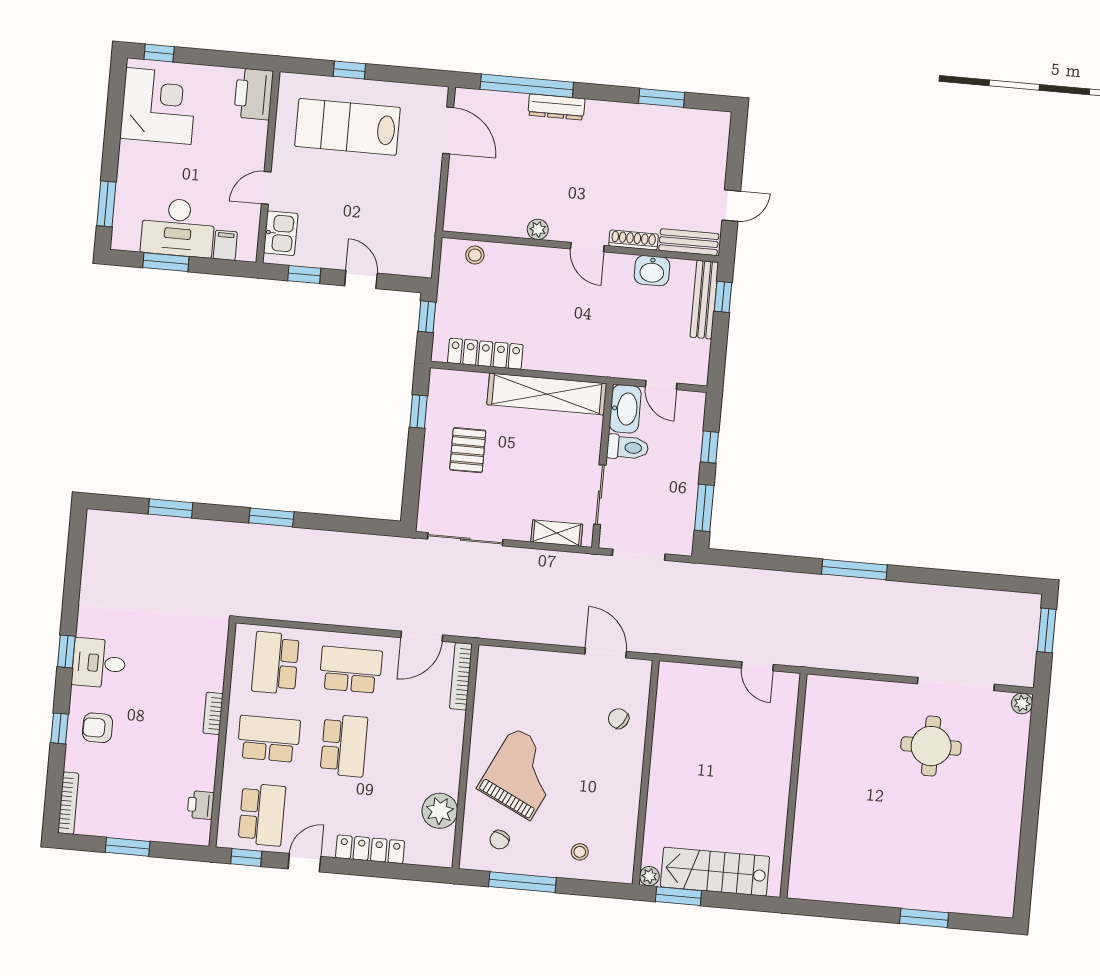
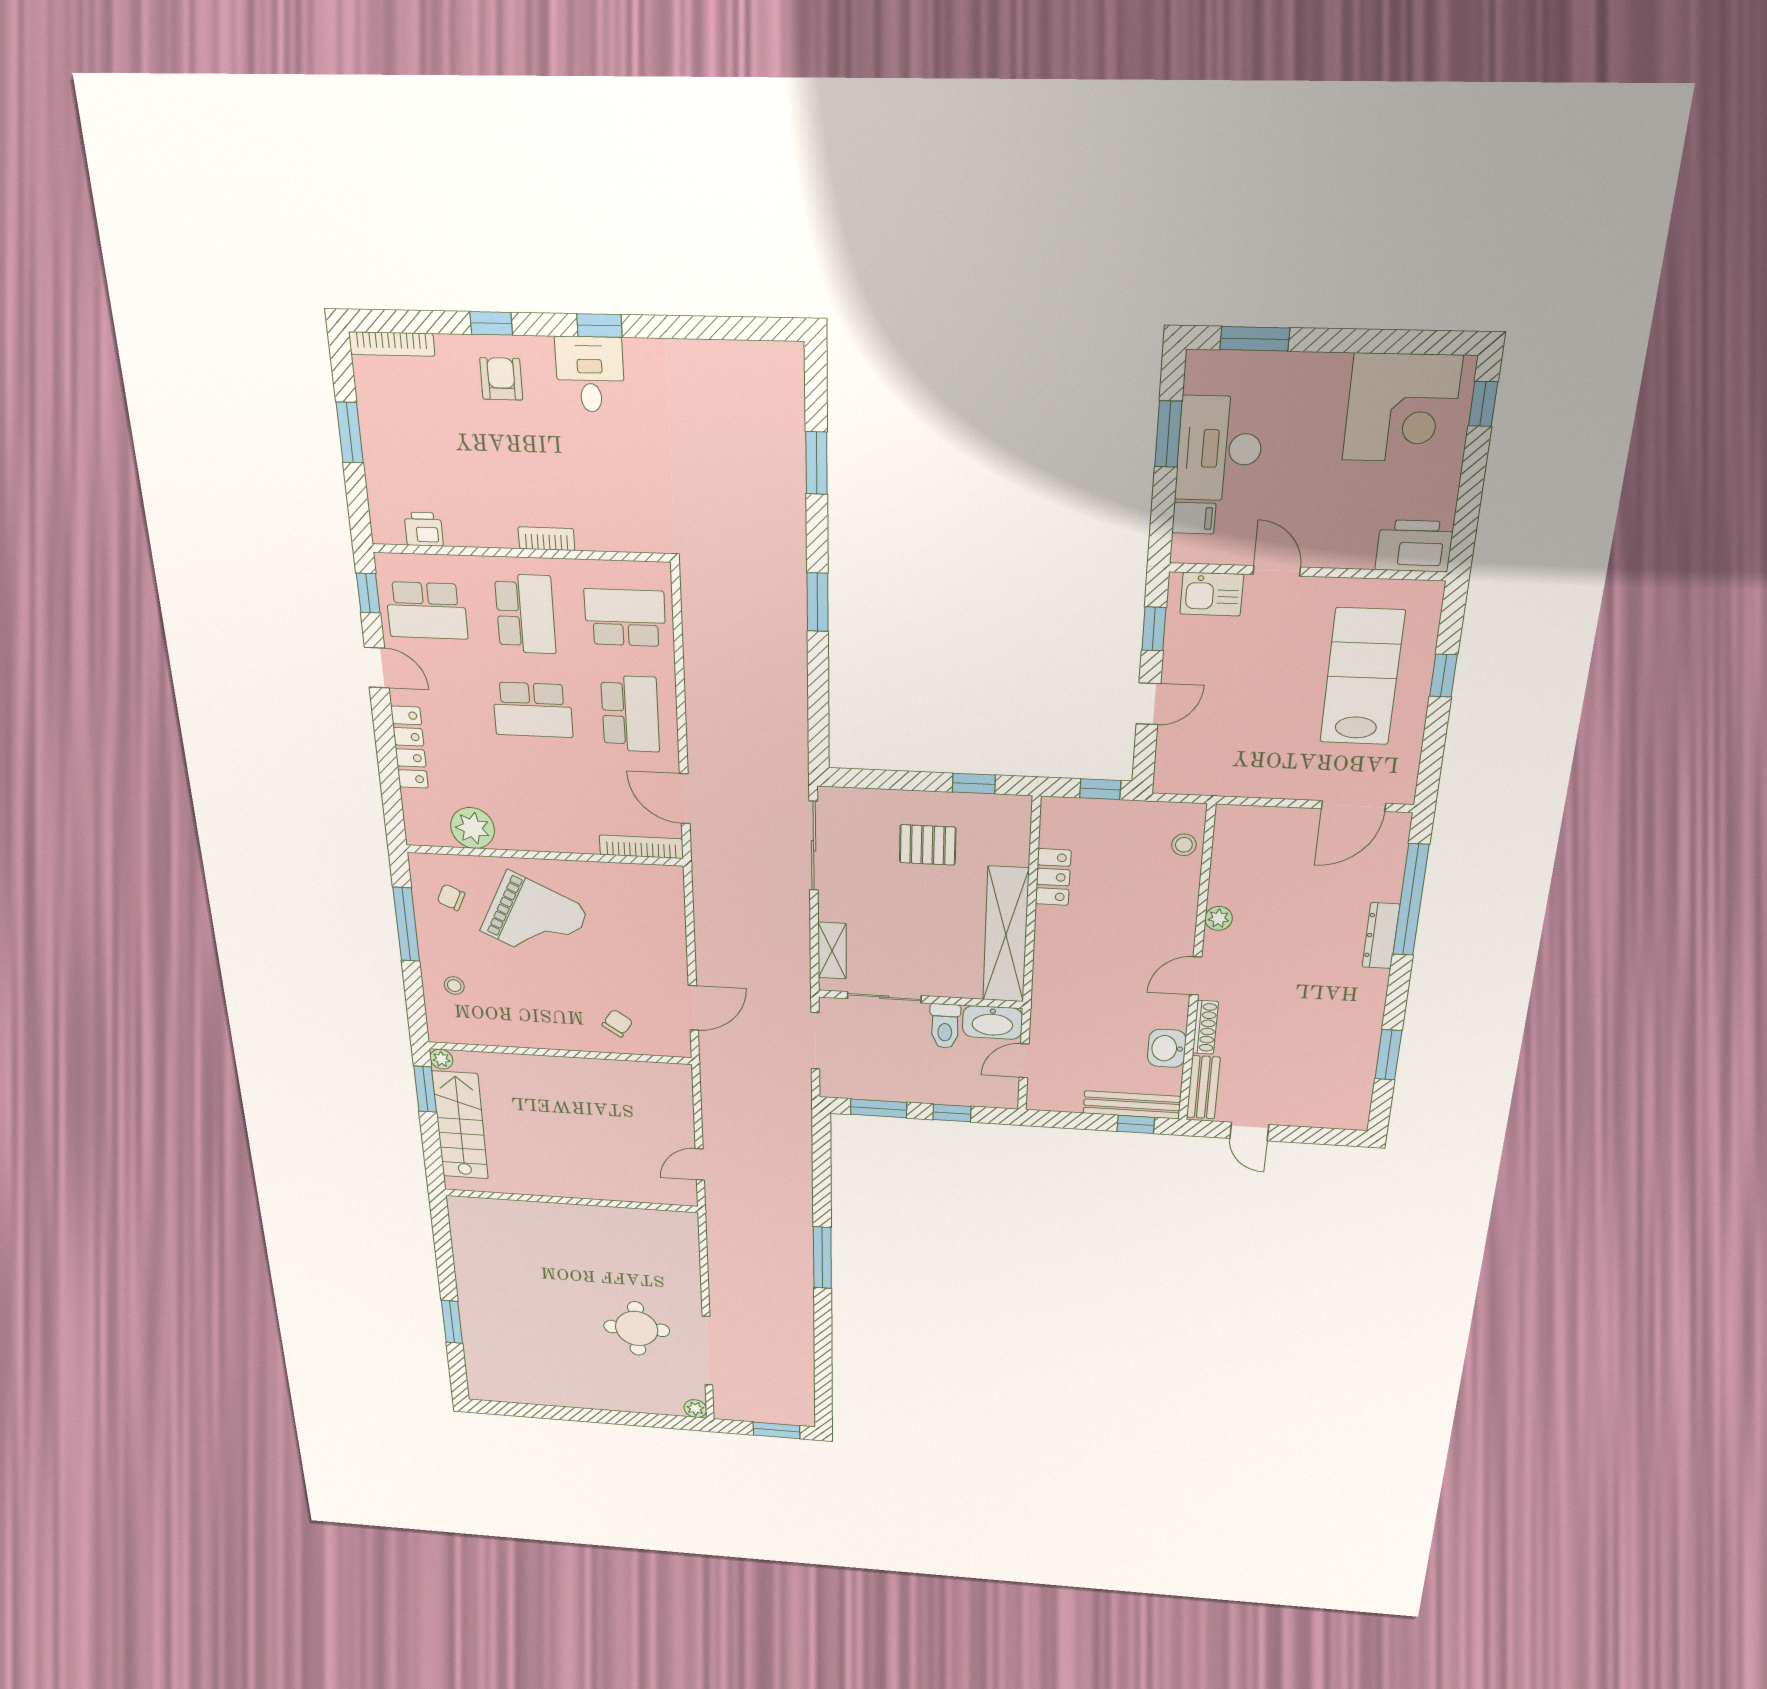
locker: (485, 354) -> (1053, 877), width x0.66

